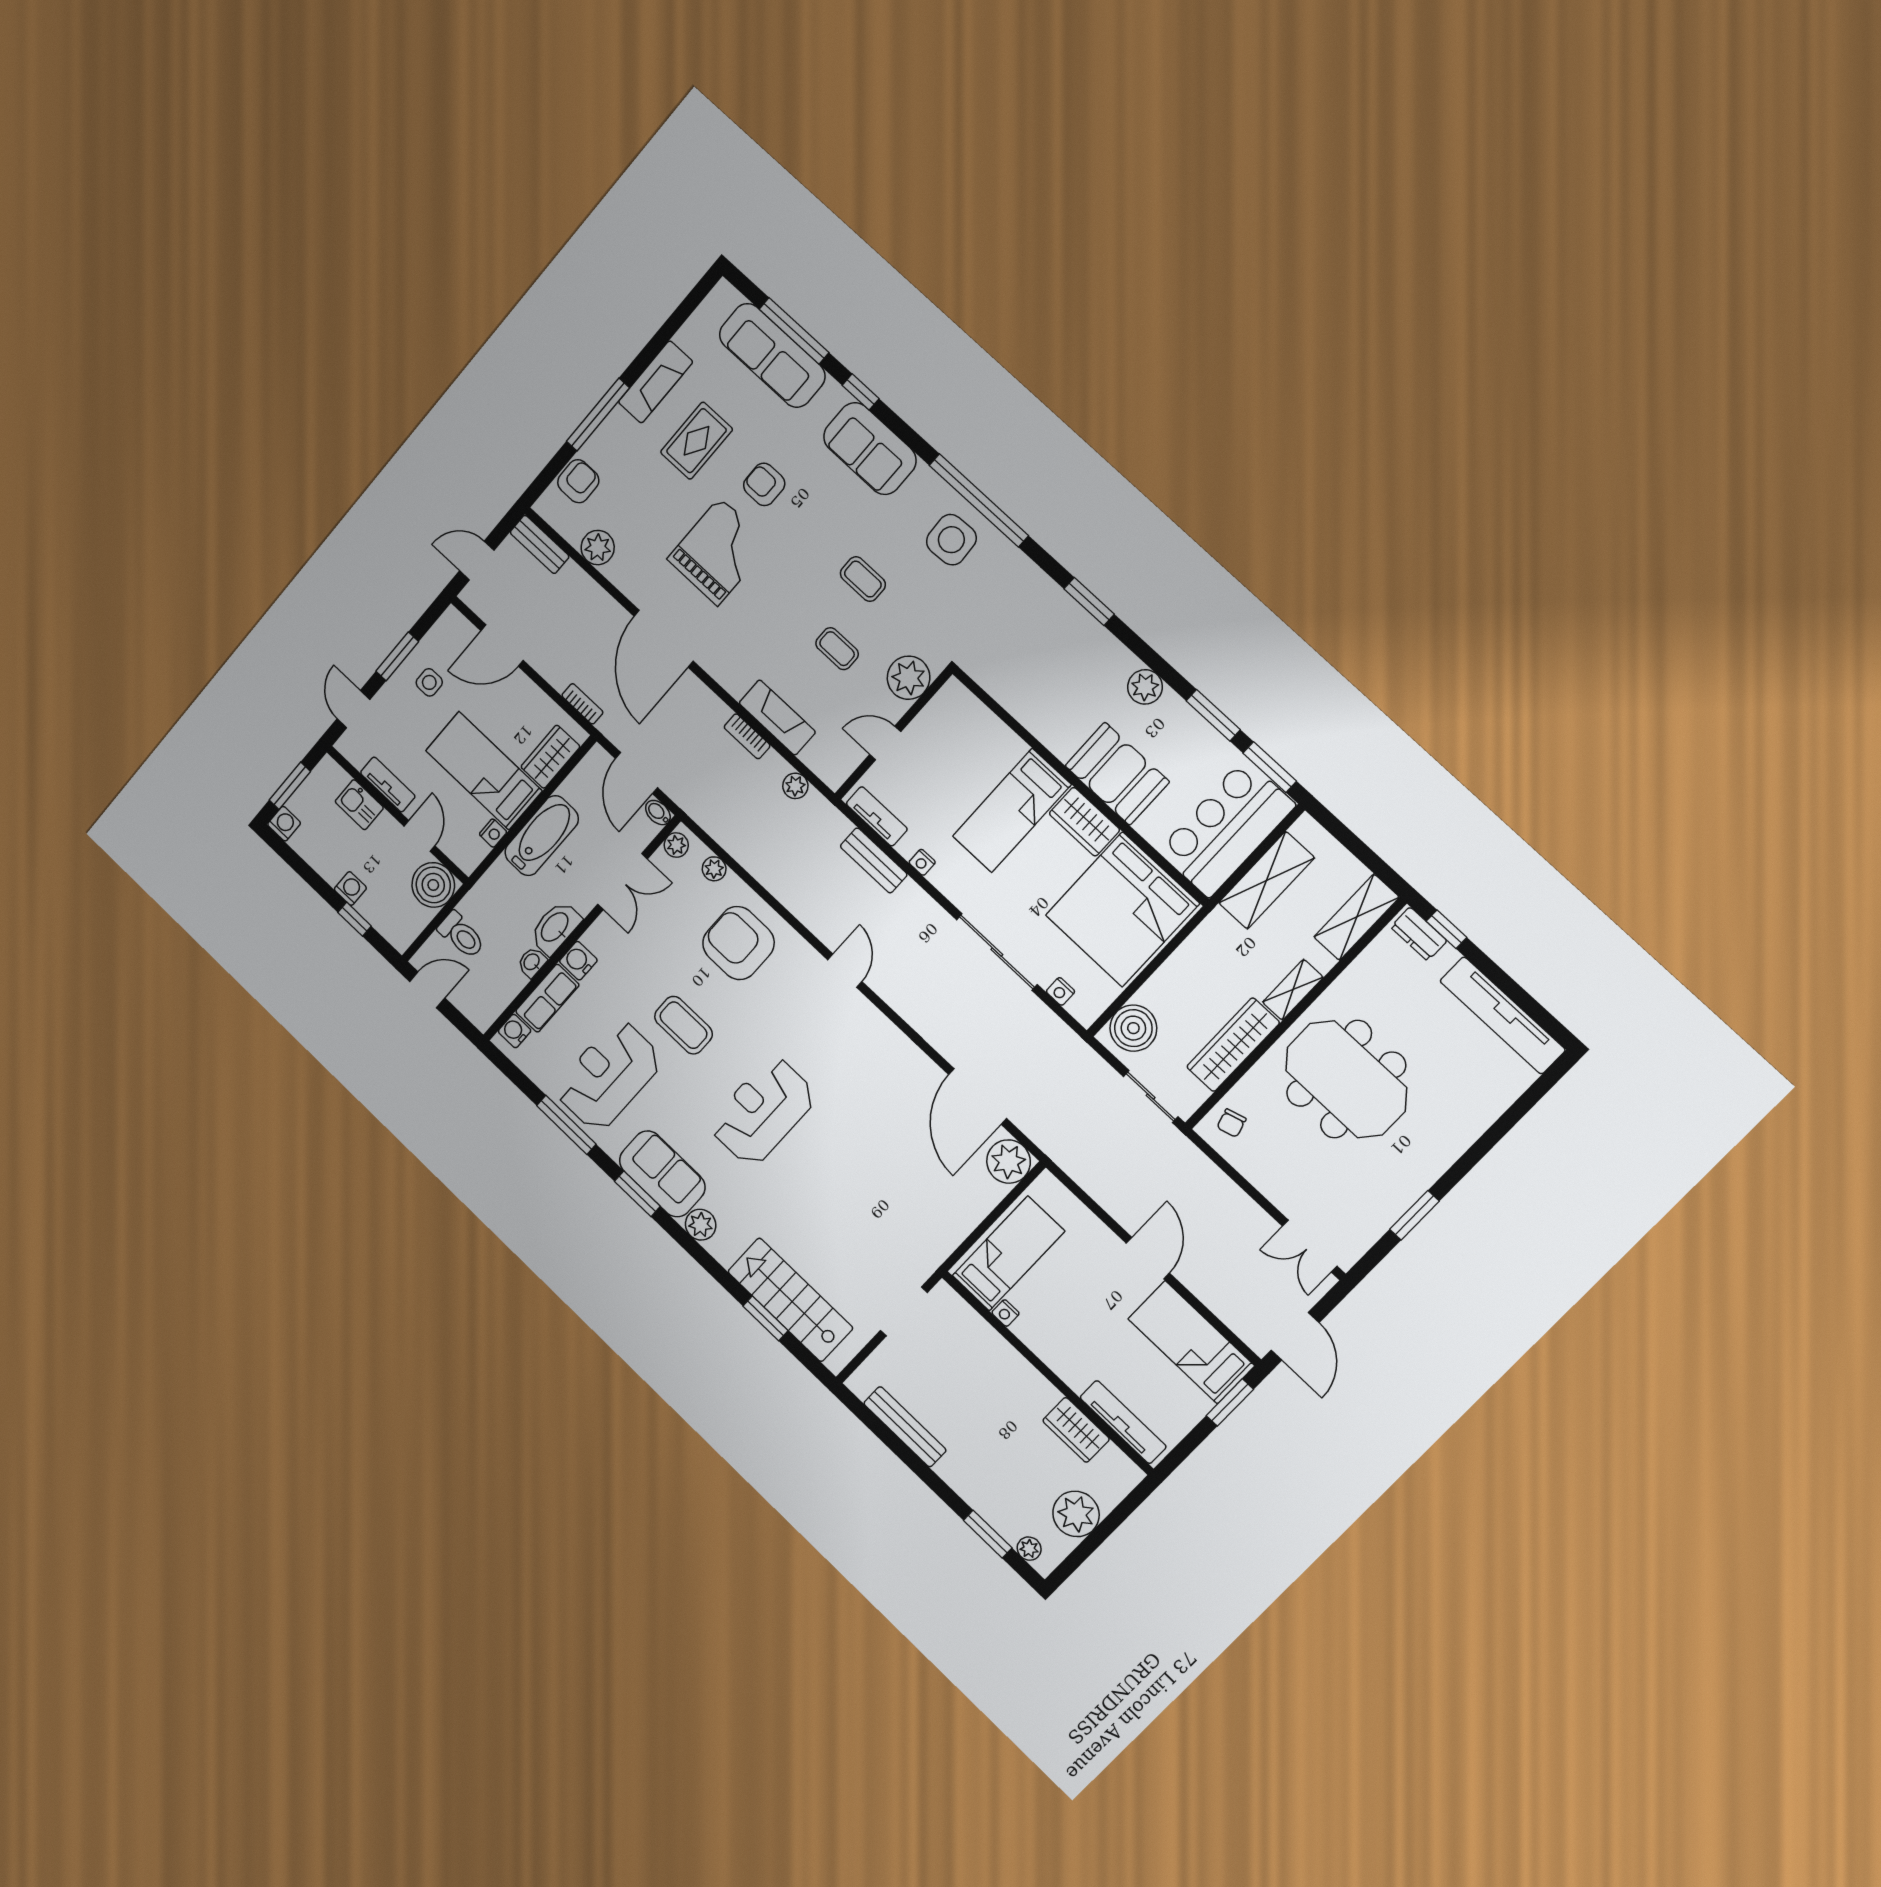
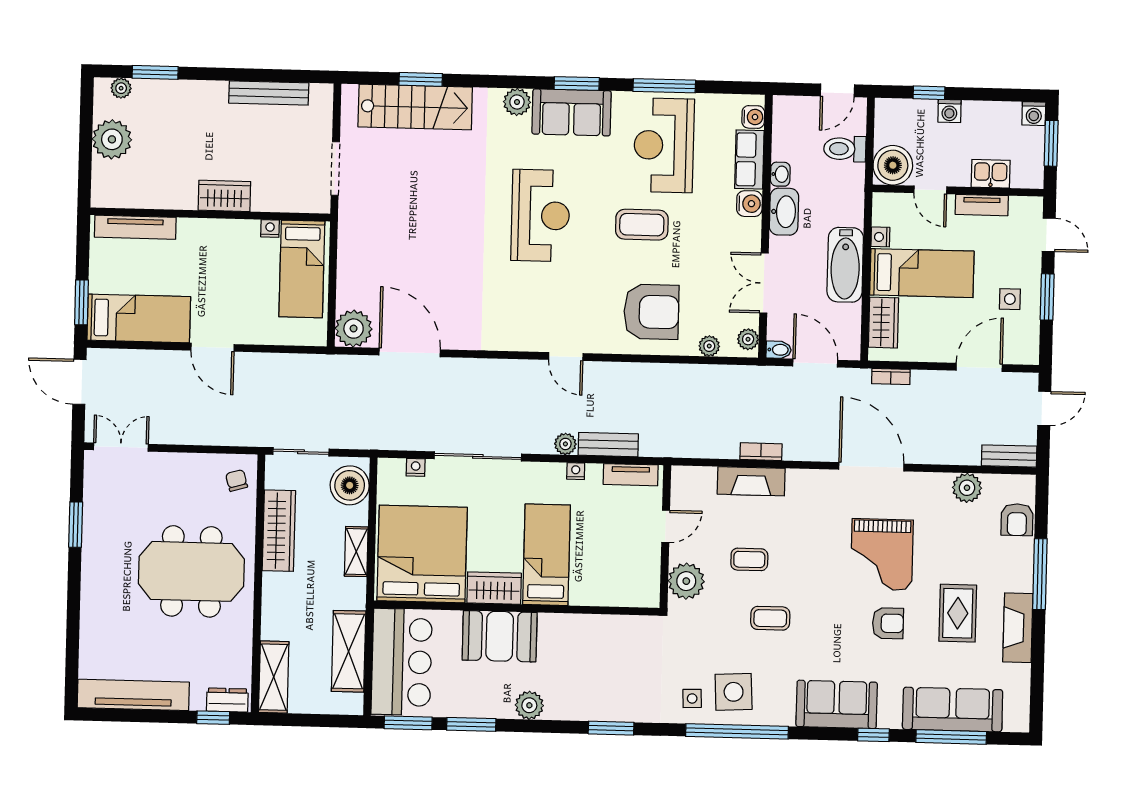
side table: (993, 566) -> (692, 698), added
plant: (795, 786) -> (565, 444), moved
shelving: (1293, 990) -> (356, 552), moved
reception desk: (608, 1075) -> (664, 145), turned 180
wardrobe: (1076, 1430) -> (224, 196), moved

